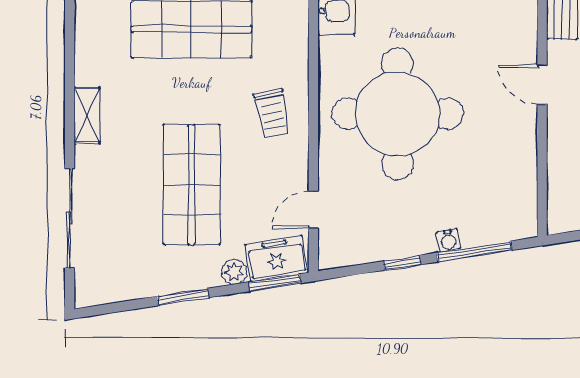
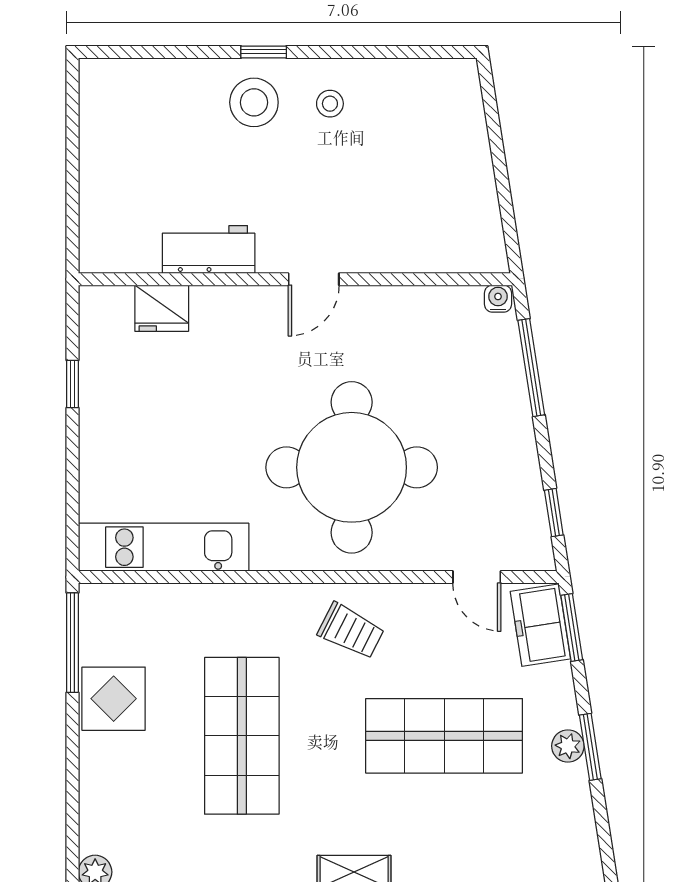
trolley: (272, 113) -> (351, 631), turned 38
water cooler: (449, 240) -> (498, 299), moved, turned -81
window: (402, 263) -> (554, 513), moved
plant: (234, 272) -> (568, 746), moved

